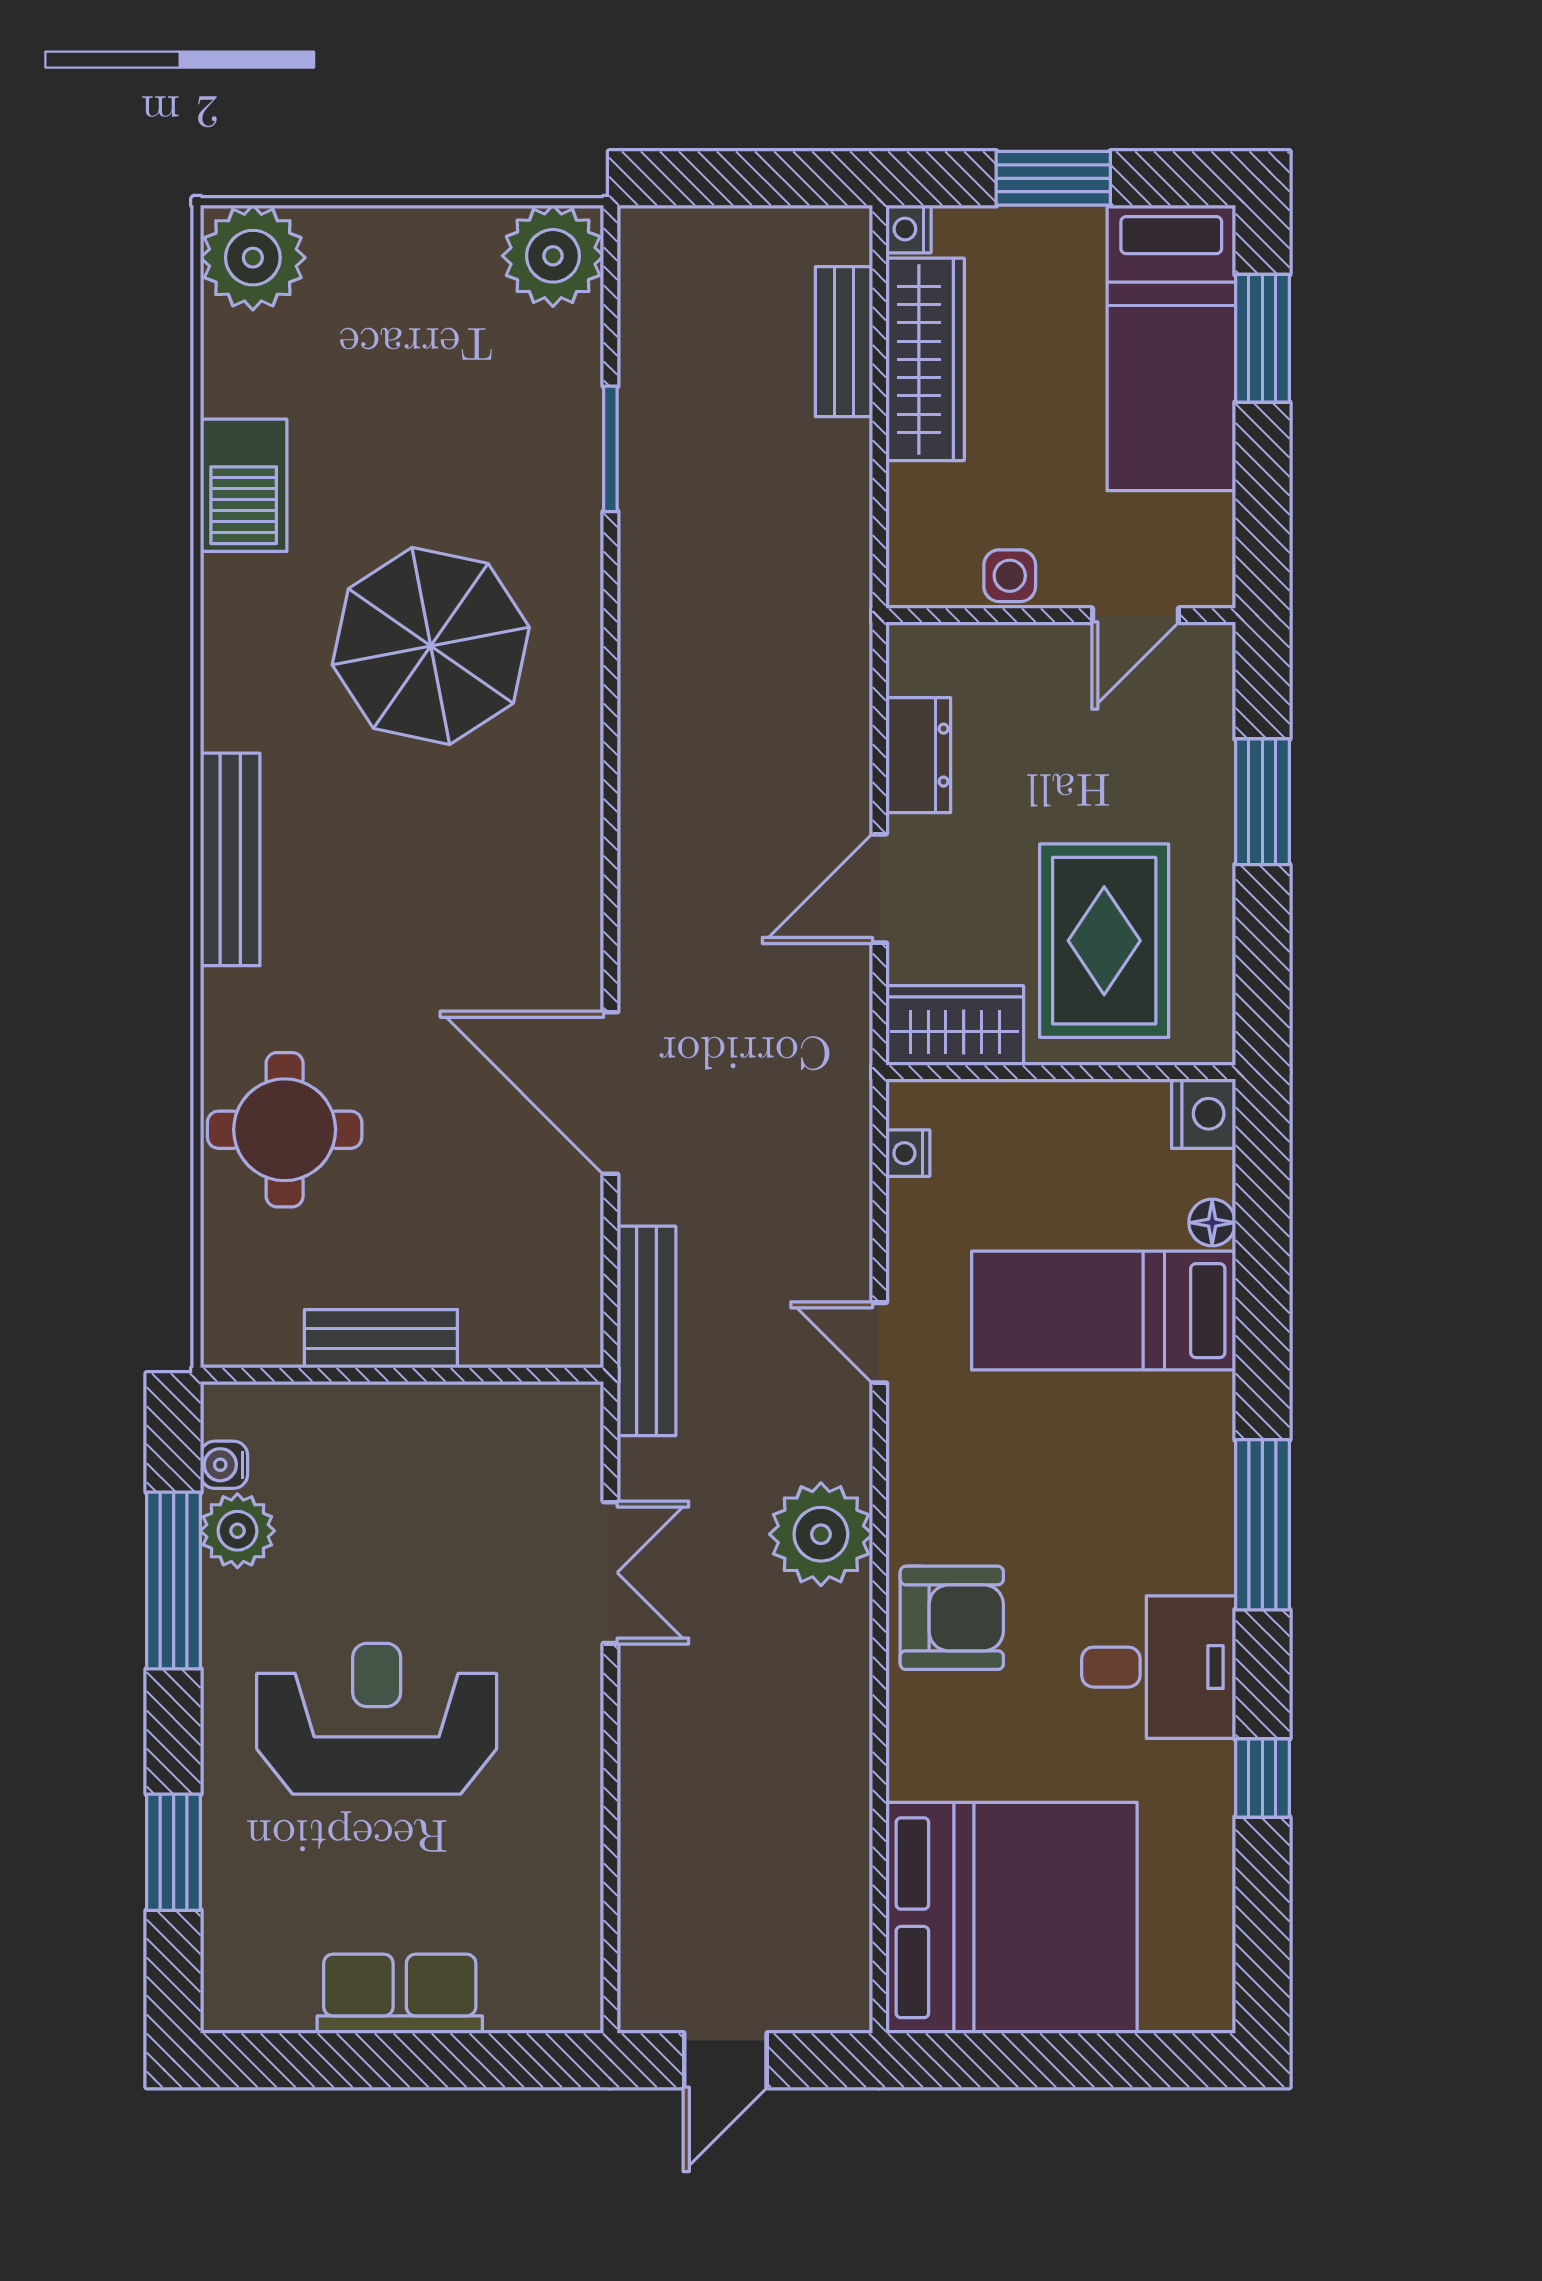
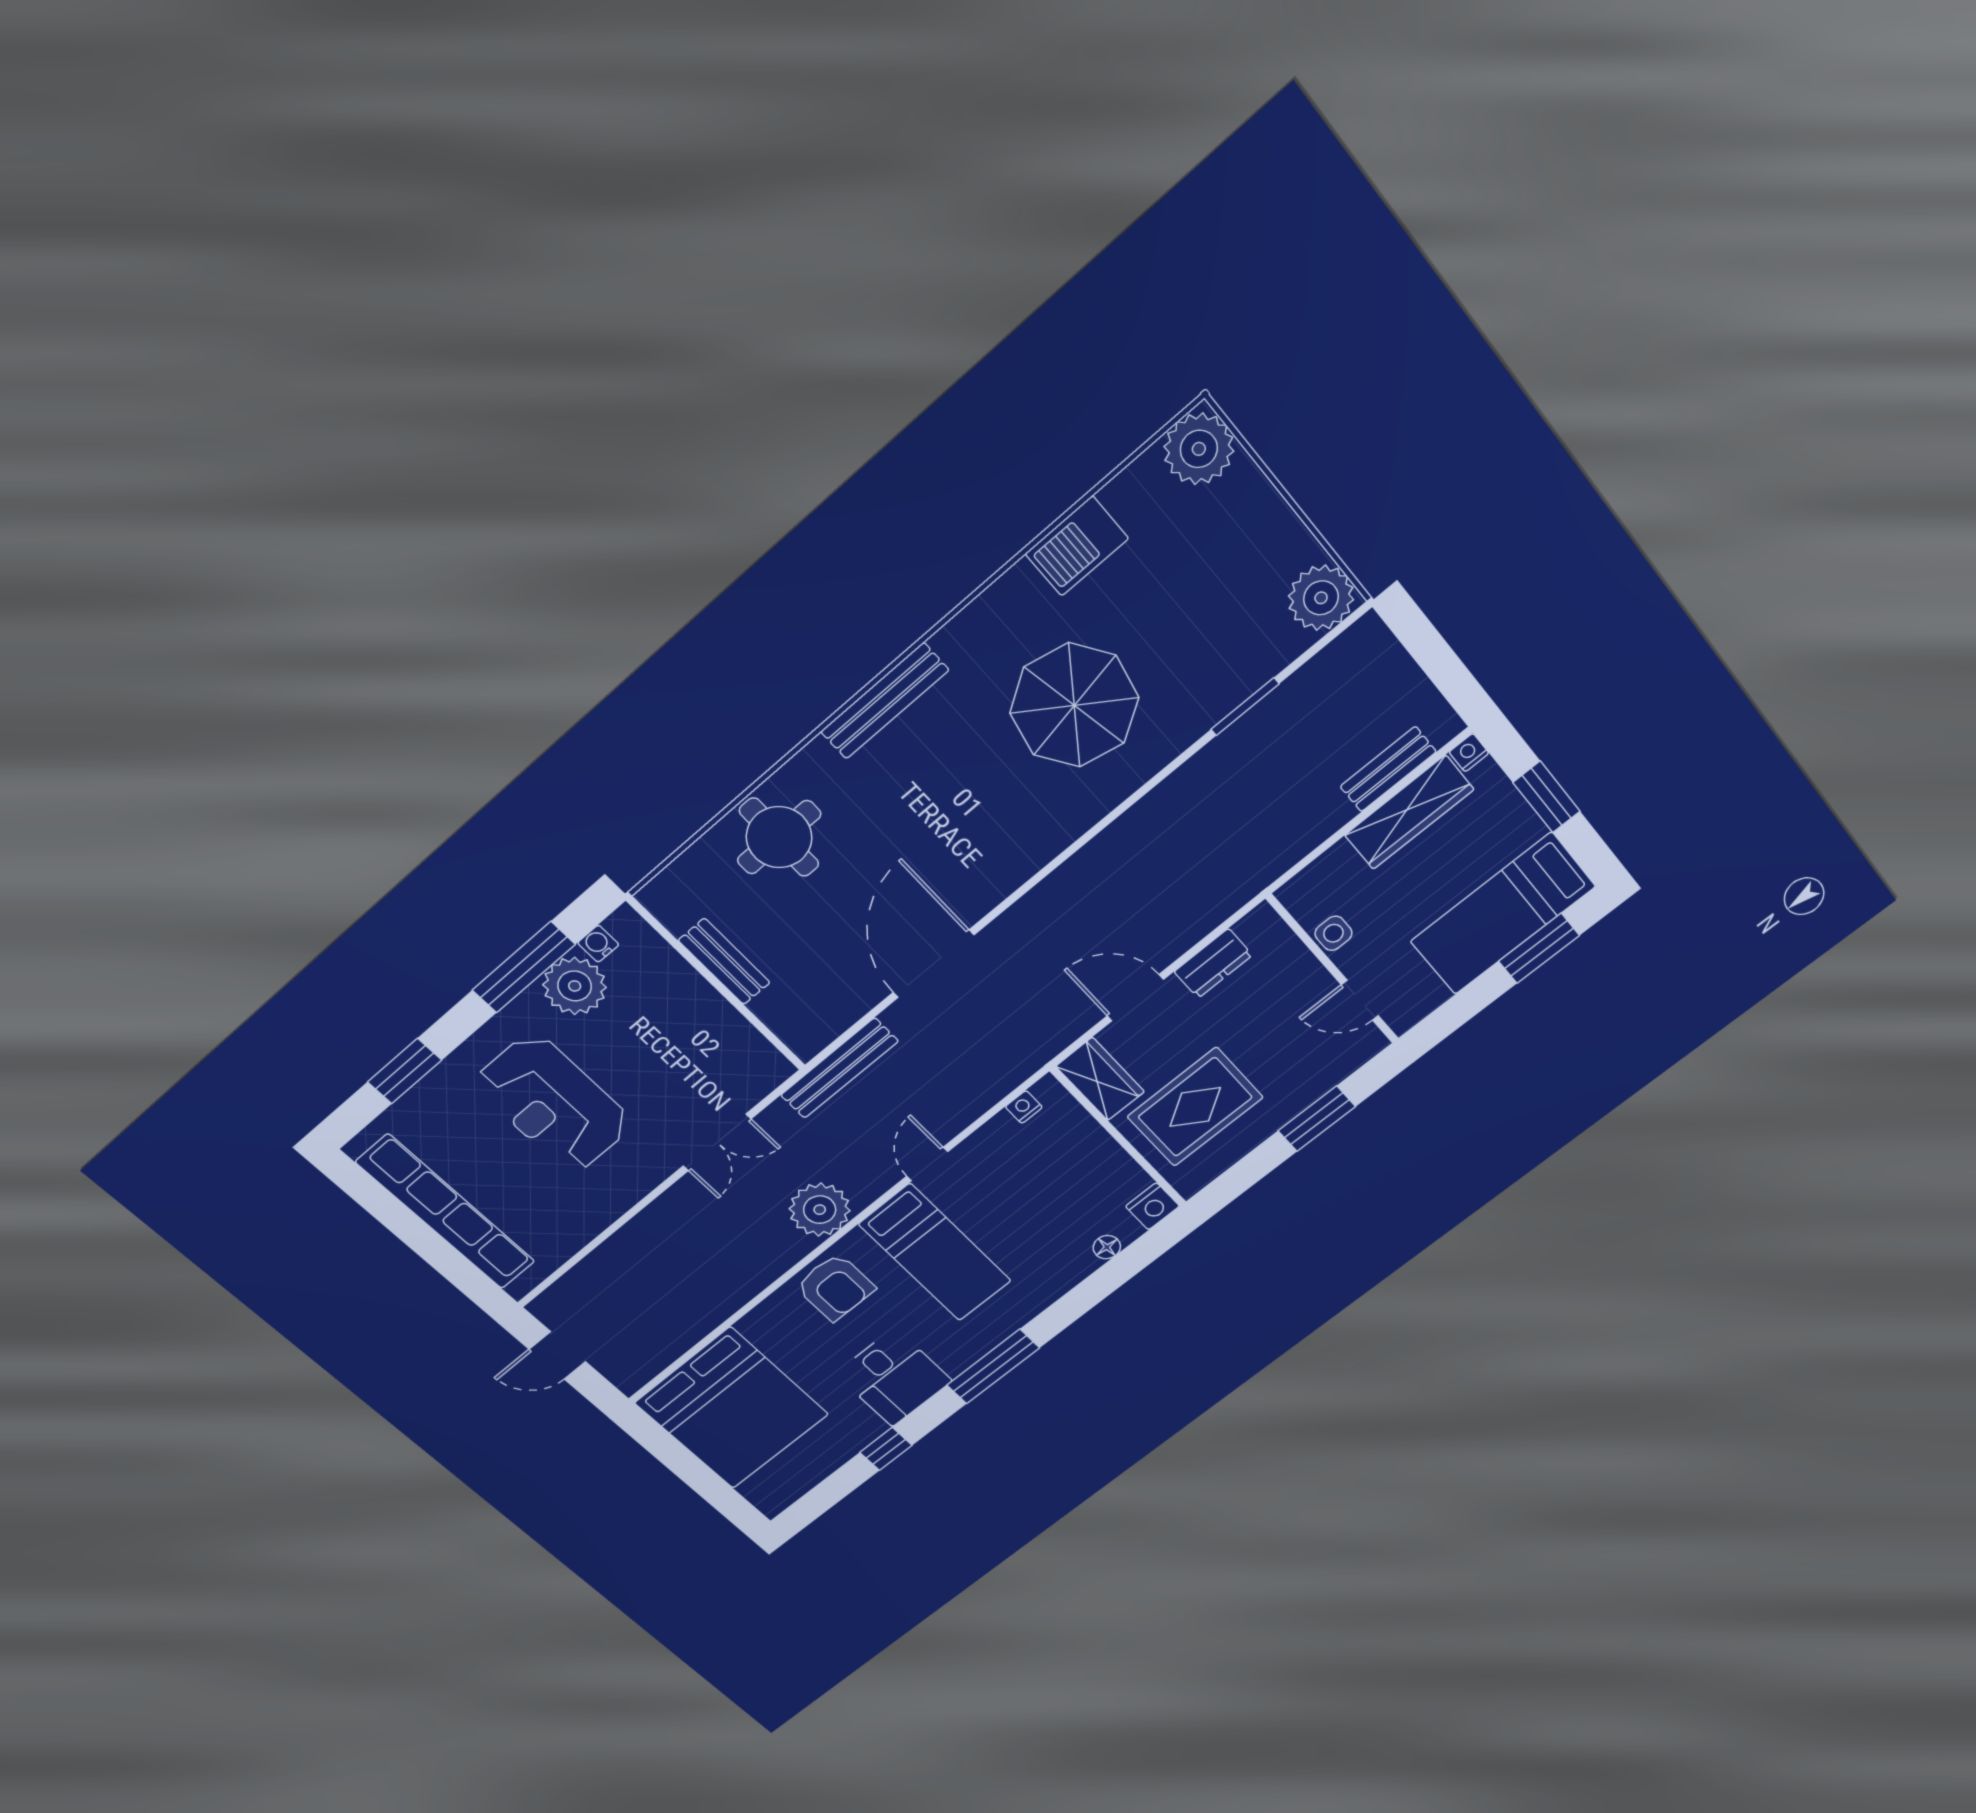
bed: (1104, 1311) -> (935, 1253), moved, turned 180
plant: (237, 1531) -> (575, 986), width x1.36, depth x1.36
reception desk: (377, 1719) -> (553, 1103), turned 180
row of seats: (400, 1994) -> (446, 1212), width x2.02

